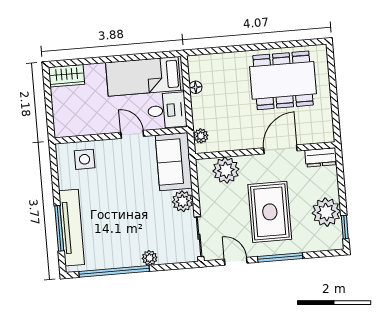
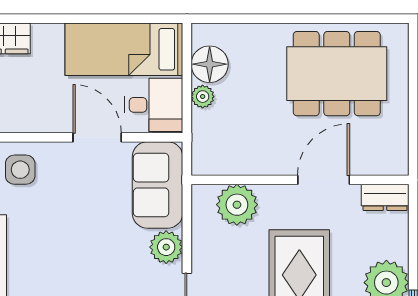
floor lamp: (196, 87) -> (210, 64), width x1.89, depth x1.89
door: (132, 134) -> (97, 137), width x1.38
plant: (201, 136) -> (203, 97), moved

